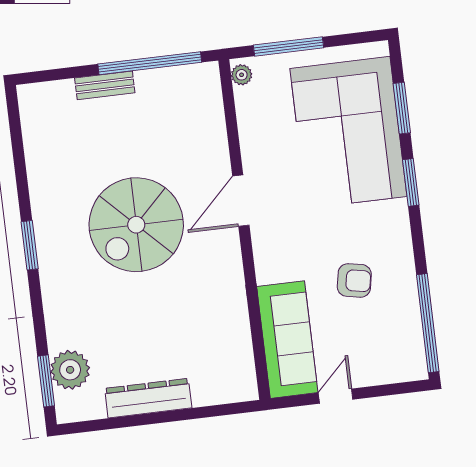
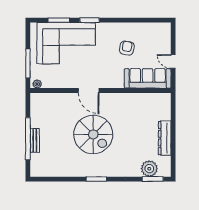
window: (150, 63) -> (28, 139), moved
window: (428, 323) -> (148, 20), removed

